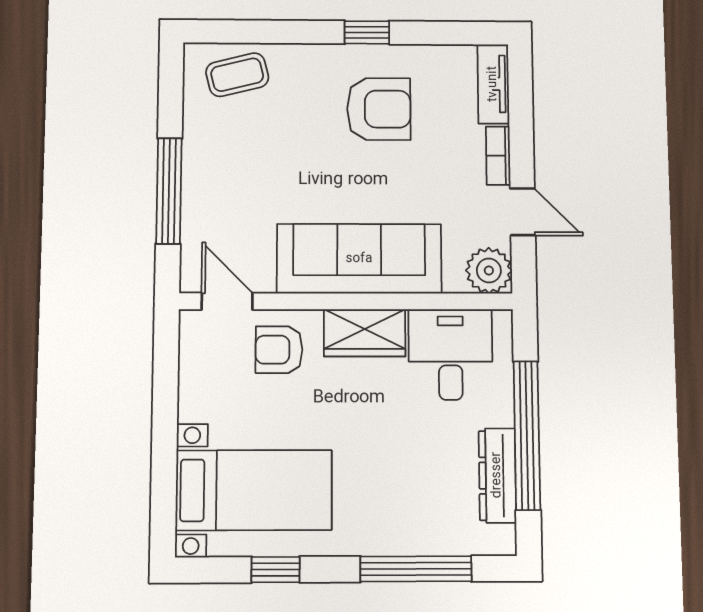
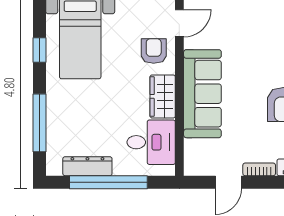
plant: (489, 270) -> (196, 163), removed

